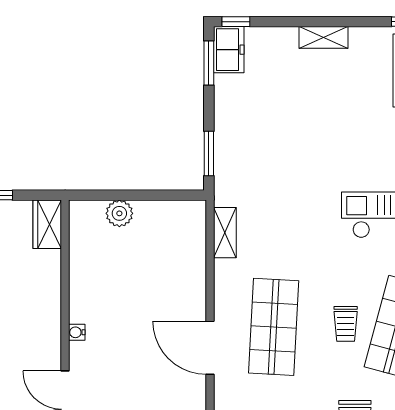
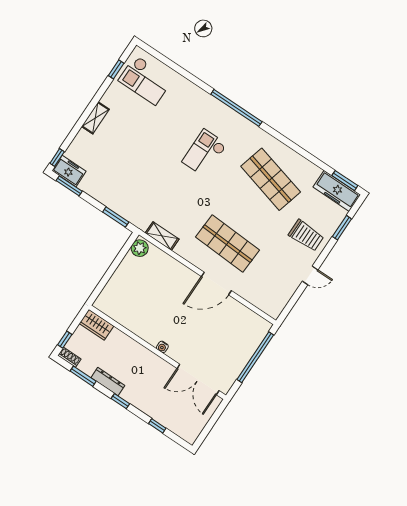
plant: (119, 213) -> (140, 248), moved
trolley: (346, 324) -> (251, 205), removed

